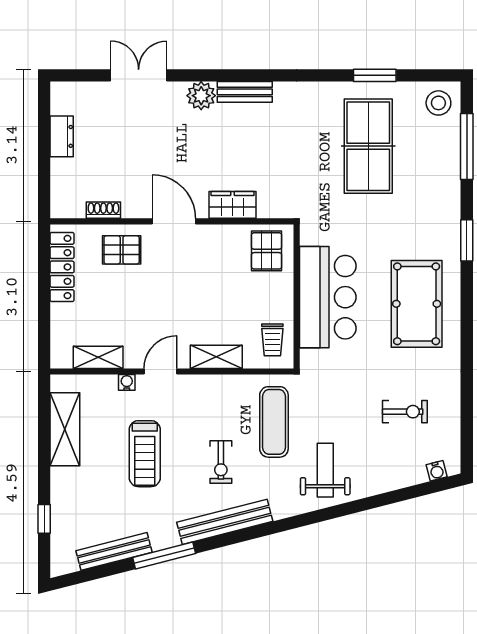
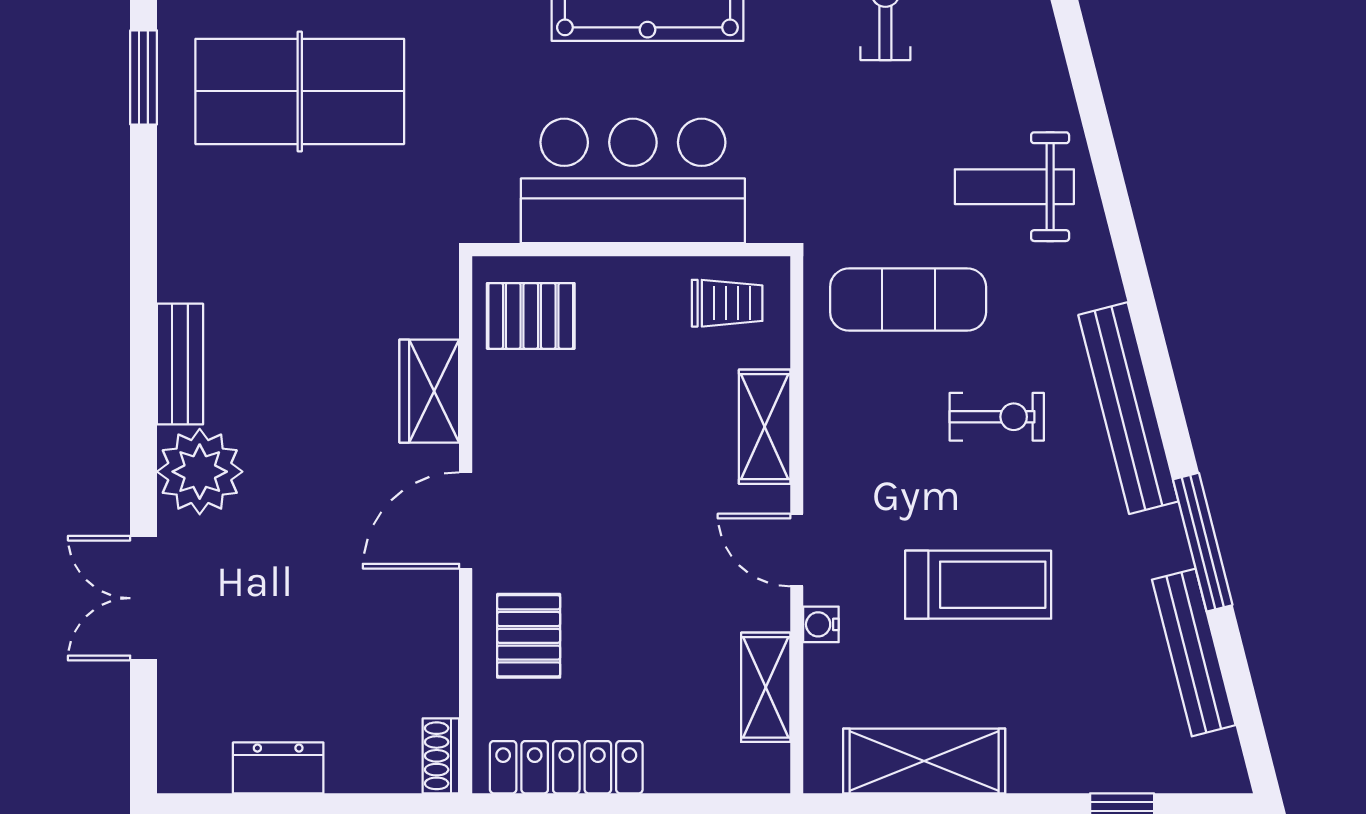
plant: (201, 96) -> (200, 472), width x1.36, depth x1.36
shoe rack: (103, 210) -> (441, 756), moved

